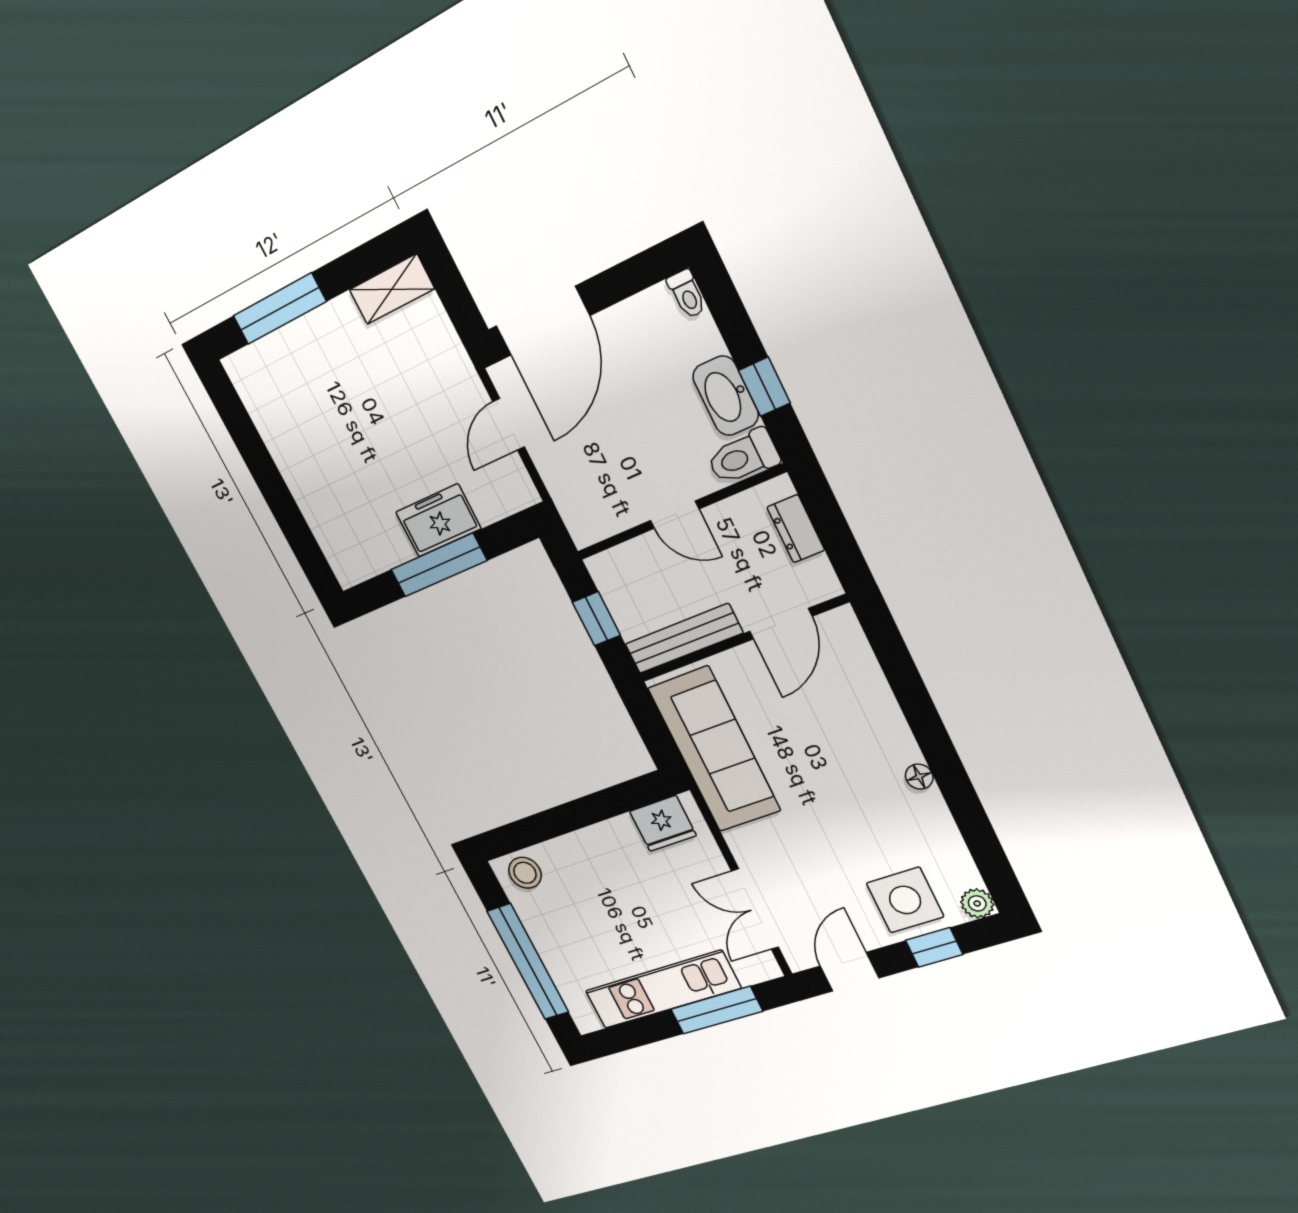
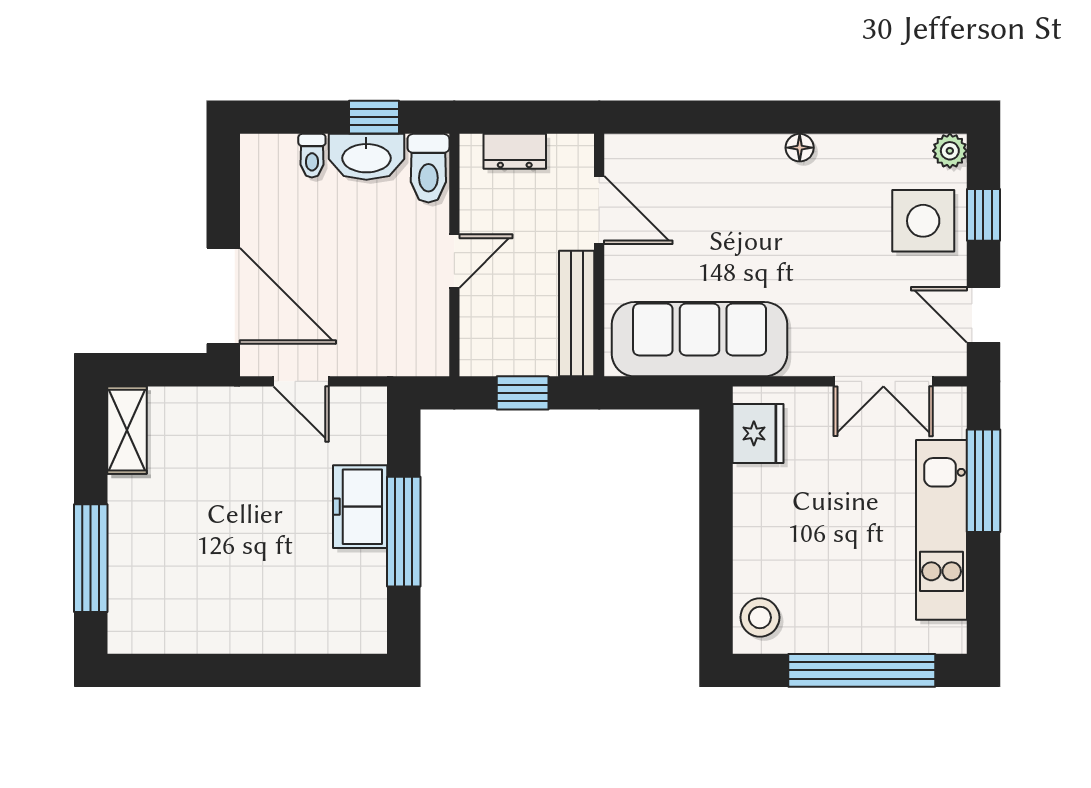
toilet: (687, 294) -> (312, 156), moved, turned 90

